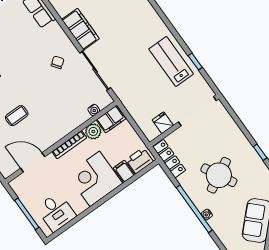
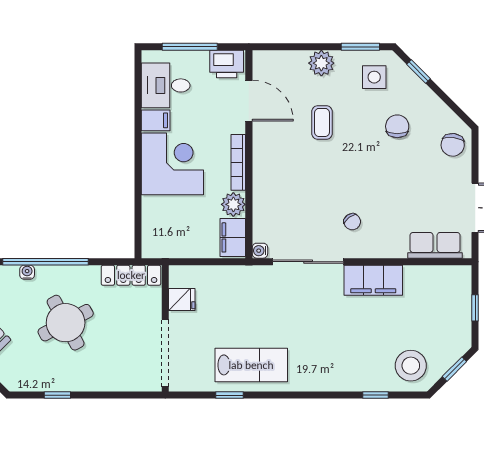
water cooler: (94, 110) -> (260, 251), moved
printer: (140, 161) -> (227, 64), moved, turned 90
door: (33, 162) -> (249, 101), hinge flipped
filing cabinet: (124, 171) -> (156, 120), moved

